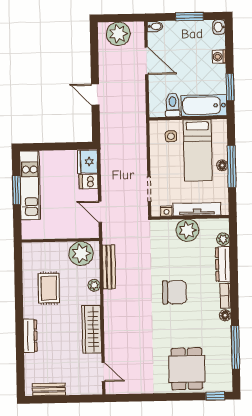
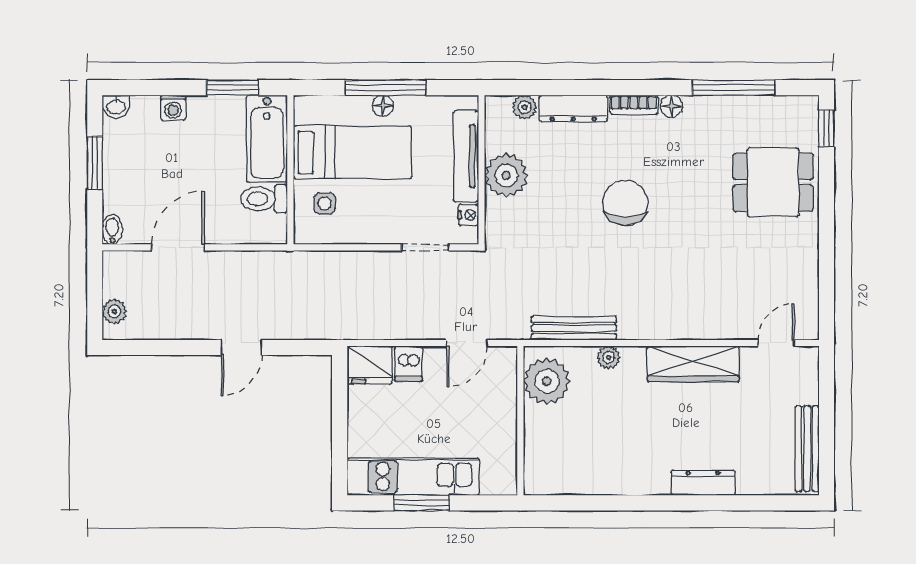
plant: (118, 34) -> (114, 311), width x0.53, depth x0.53
rug: (49, 288) -> (612, 445), removed
bench: (49, 389) -> (807, 449), width x1.36

